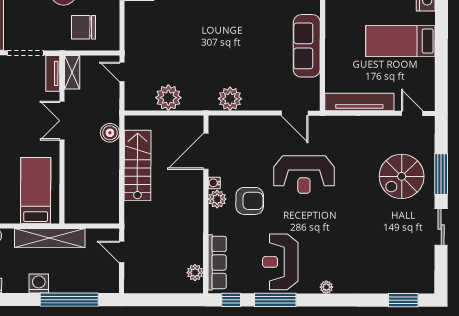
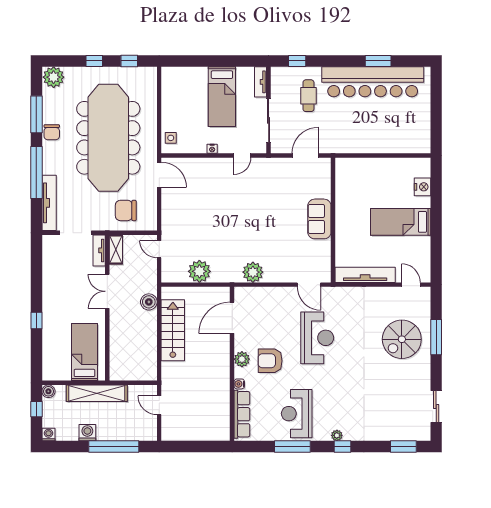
sofa: (307, 46) -> (319, 219), width x0.73
reception desk: (304, 175) -> (317, 338), turned -90
water cooler: (214, 183) -> (239, 384), moved
armchair: (250, 201) -> (270, 361), turned 180
sliding door: (441, 227) -> (436, 407), moved
plant: (195, 273) -> (223, 423), removed
window: (231, 300) -> (342, 447), moved

